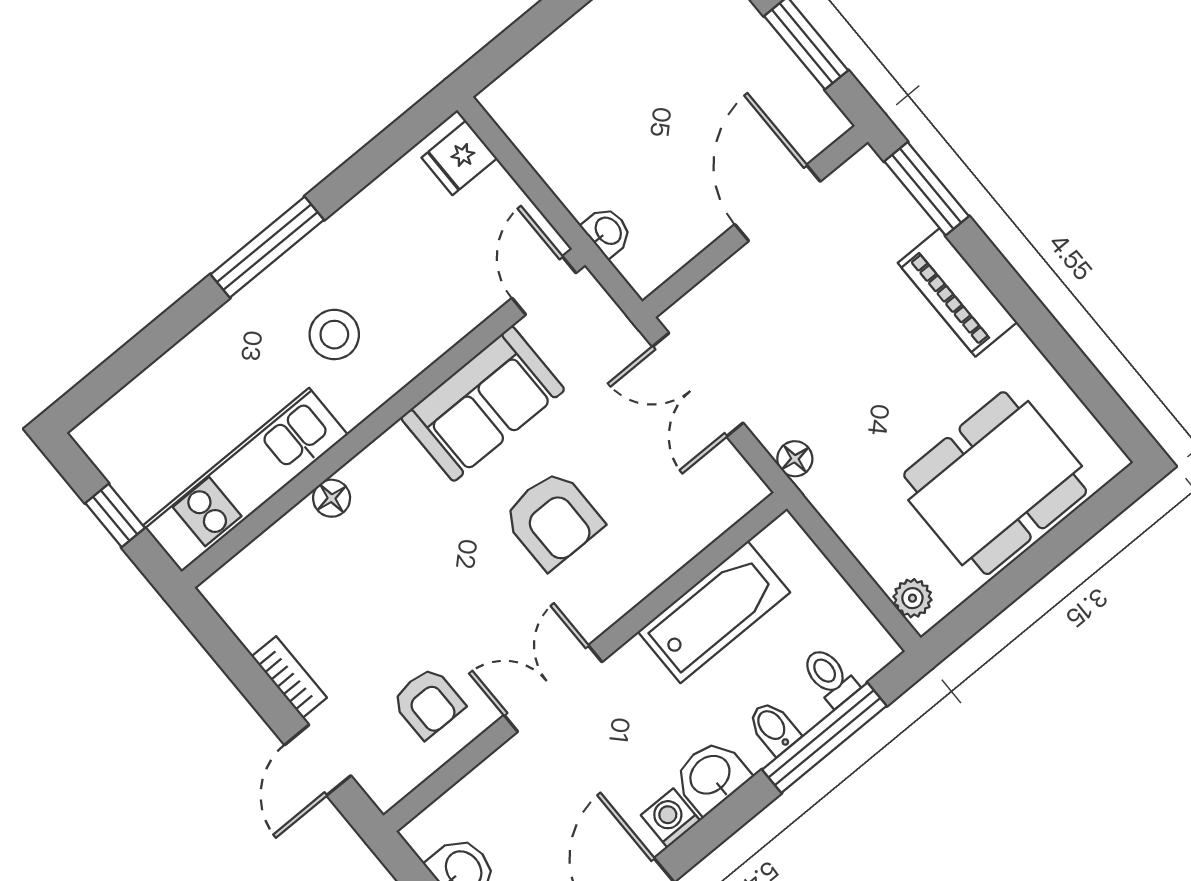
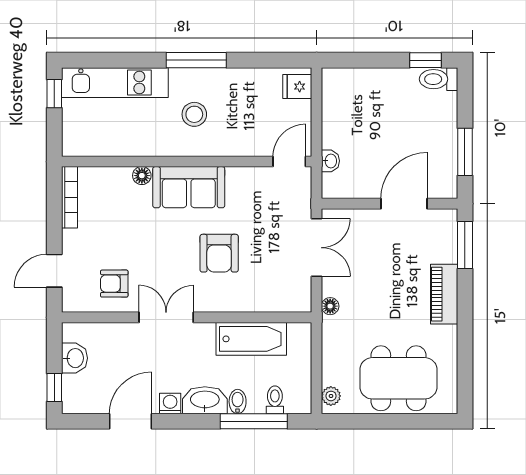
double door: (698, 385) -> (317, 248), swing flipped
sofa: (483, 404) -> (189, 187), moved
kitchen unit: (245, 480) -> (115, 83), moved, turned 180
window: (115, 515) -> (54, 94), moved
bookcase: (289, 677) -> (70, 197), moved, width x1.56
armchair: (428, 703) -> (114, 284), turned 90
washbasin: (711, 776) -> (205, 400), width x1.38

